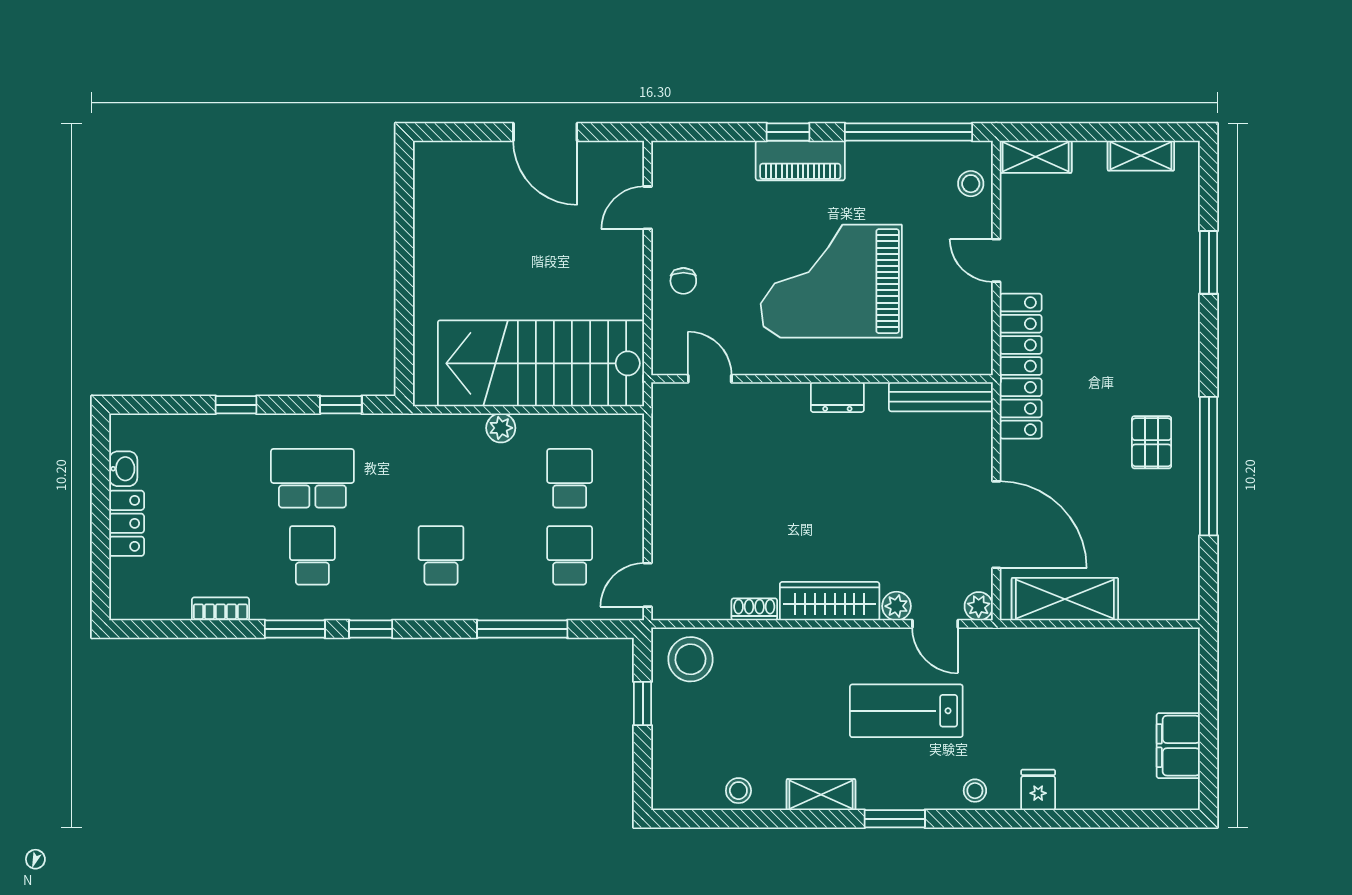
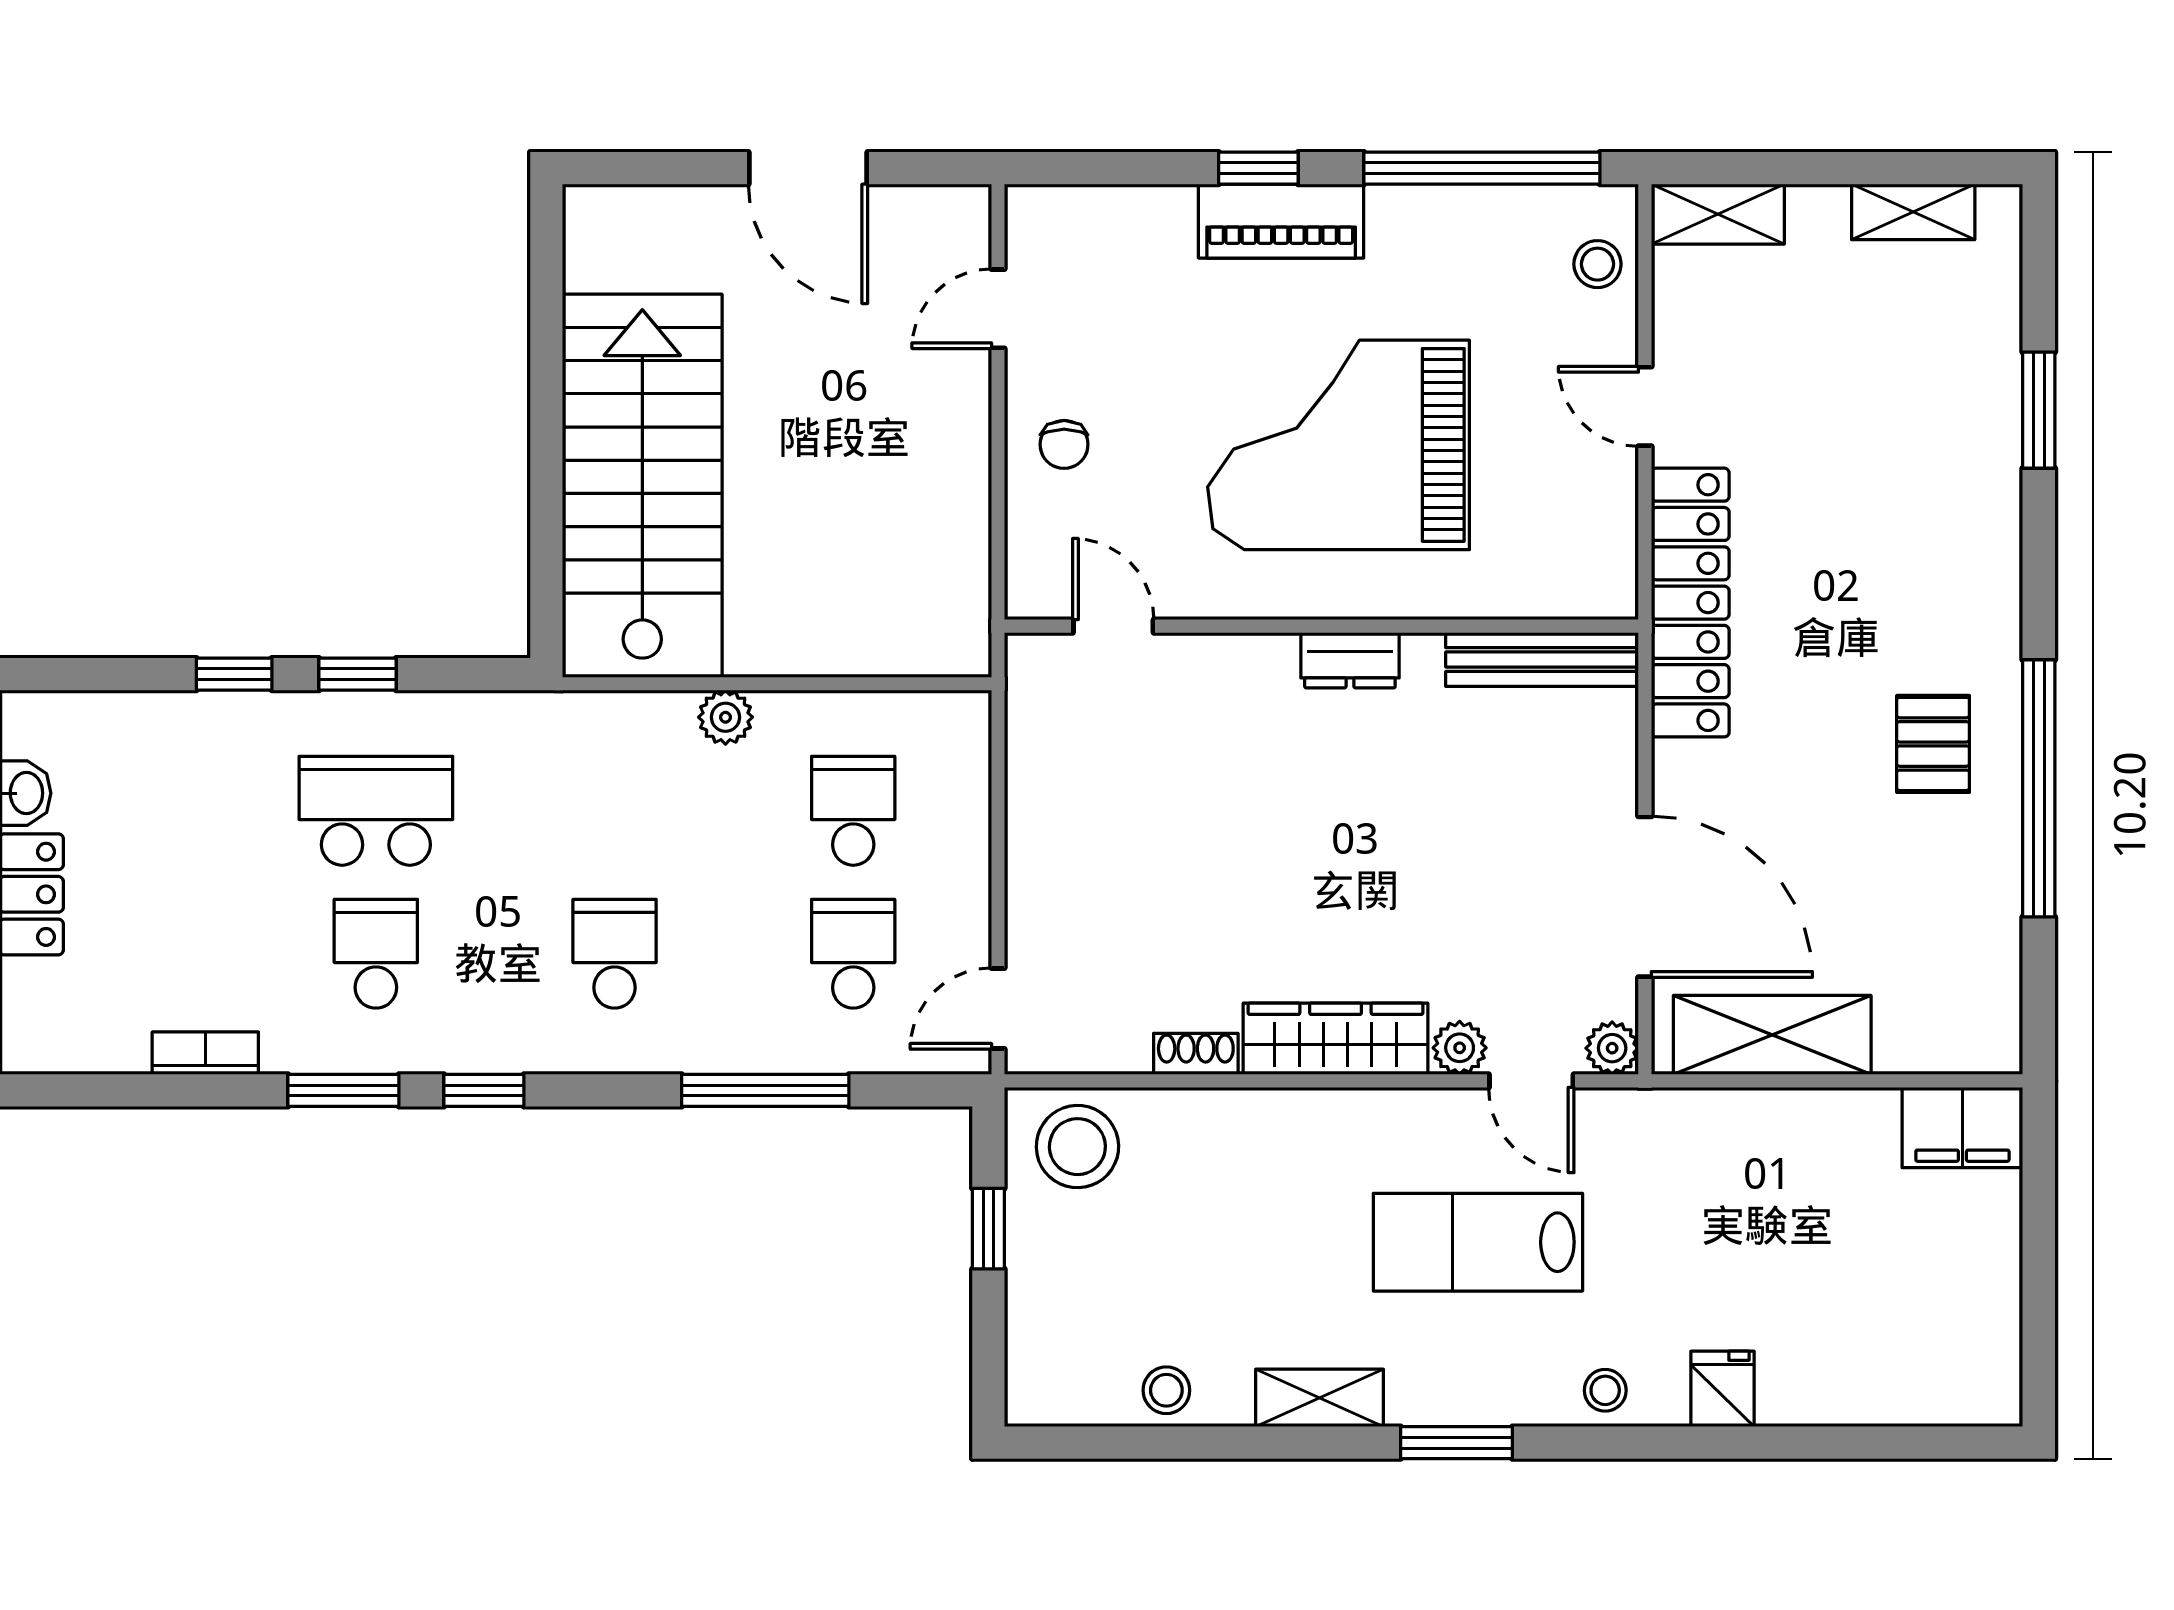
stairs: (541, 363) -> (642, 486), moved, turned 90
window: (341, 405) -> (358, 674), moved
filing cabinet: (1178, 746) -> (1962, 1127), moved, turned -90

